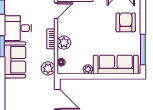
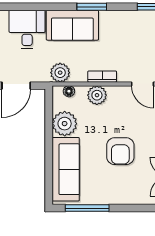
armchair: (126, 22) -> (120, 151), moved, turned 90
desk: (18, 28) -> (27, 29), moved
plant: (88, 69) -> (65, 124), width x1.87, depth x1.87

